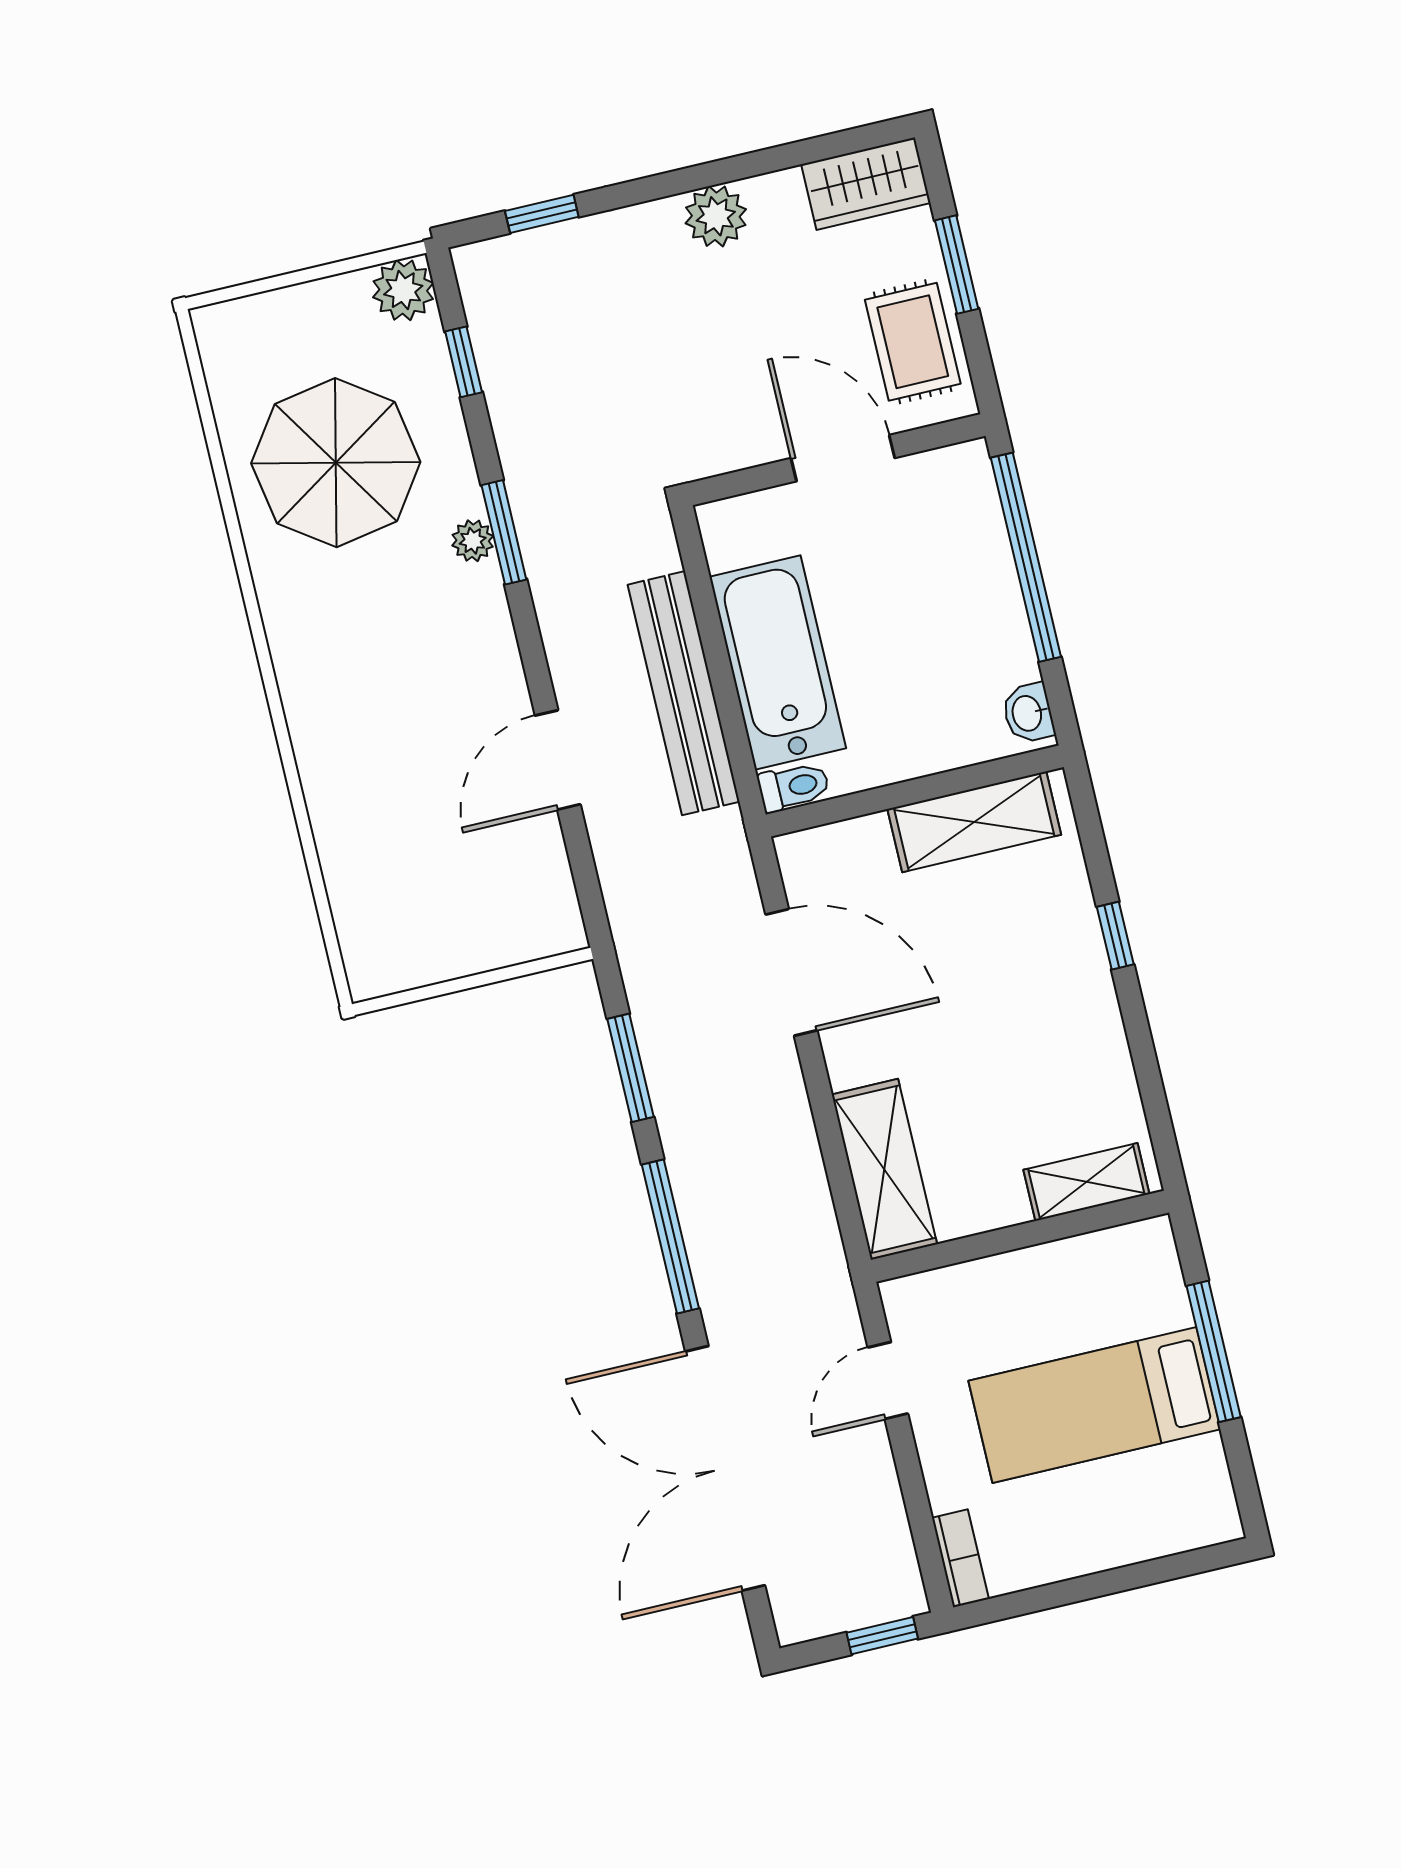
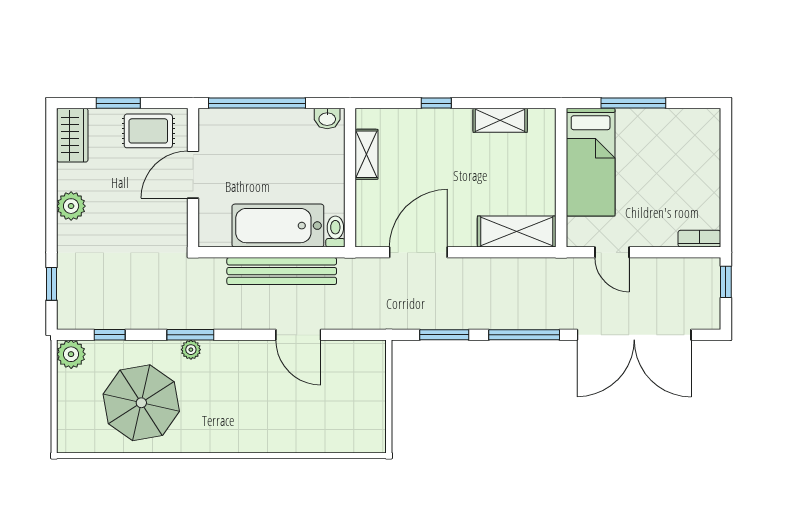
shelving: (974, 822) -> (367, 154), width x0.67, depth x0.75
shelving: (1086, 1182) -> (500, 120), moved, turned 90
bed: (1095, 1405) -> (591, 162), moved

